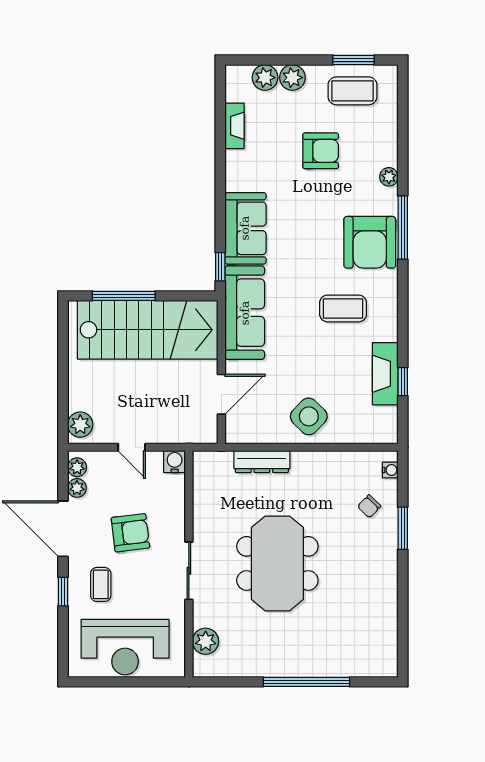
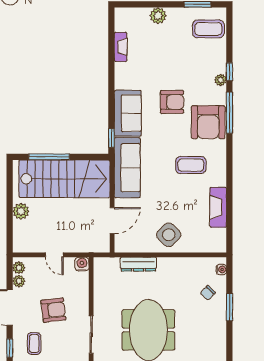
plant: (265, 78) -> (140, 16), removed
coffee table: (352, 91) -> (208, 29), moved
armchair: (321, 151) -> (172, 102), moved
window: (403, 382) -> (229, 72), moved
plant: (80, 425) -> (21, 211), moved

